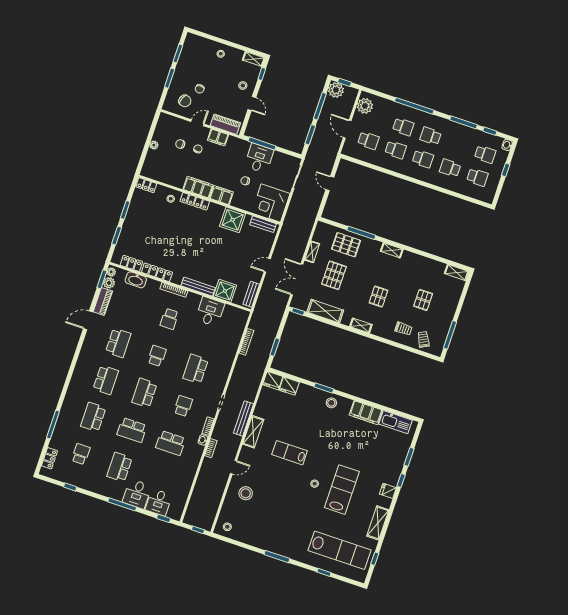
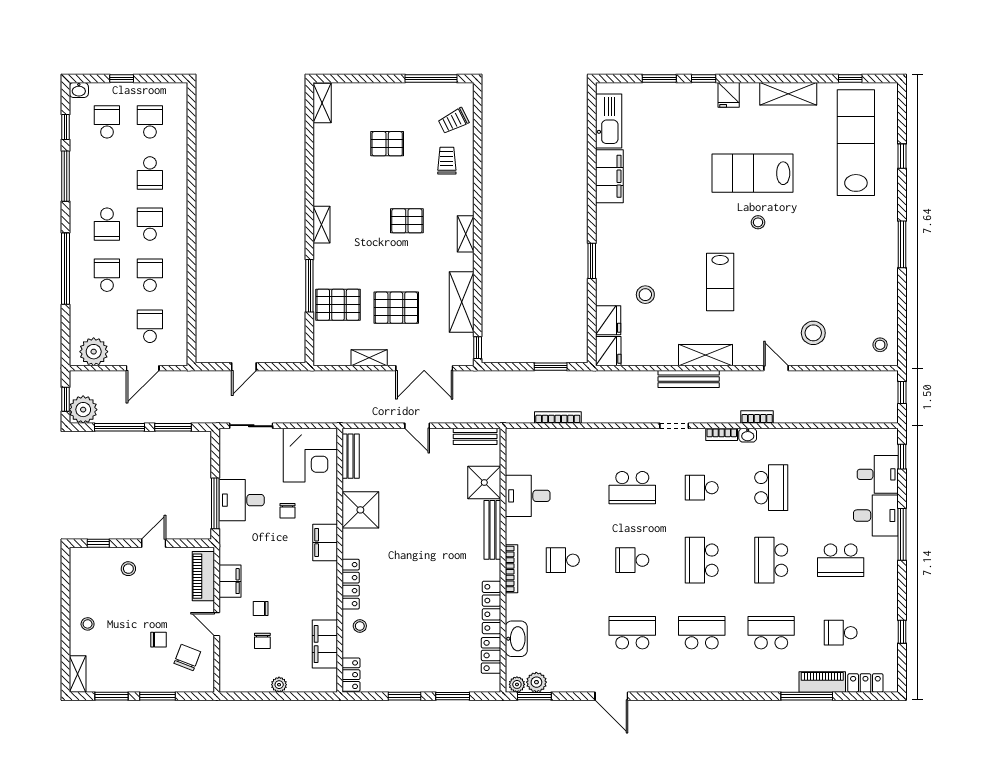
shelving: (254, 59) -> (78, 674), moved
filing cabinet: (198, 187) -> (325, 644), moved
pallet: (346, 245) -> (338, 305), turned 90
piano: (103, 301) -> (822, 682), moved
school desk: (169, 319) -> (563, 560), turned 180
school desk: (144, 393) -> (702, 560), turned 90
stool: (331, 403) -> (645, 295), moved
school desk: (93, 417) -> (771, 633), turned 180
school desk: (132, 430) -> (771, 560), turned 180

